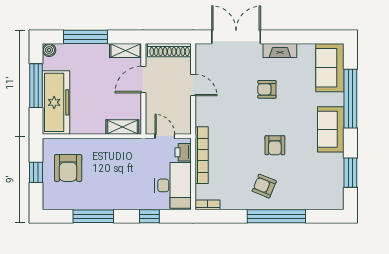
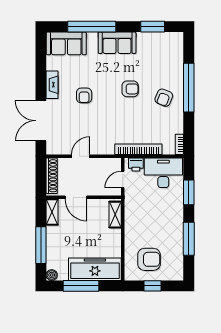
window: (149, 216) -> (189, 192), width x1.50

